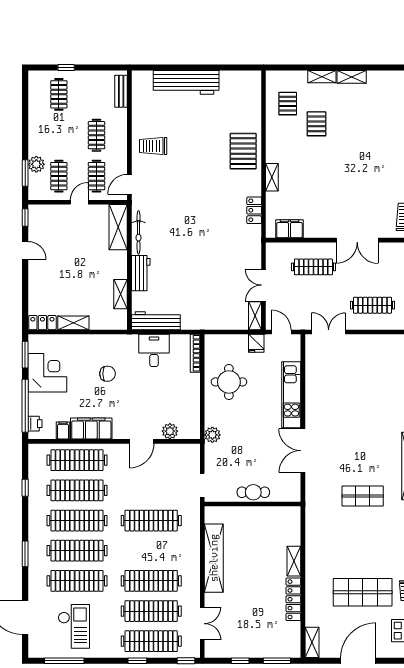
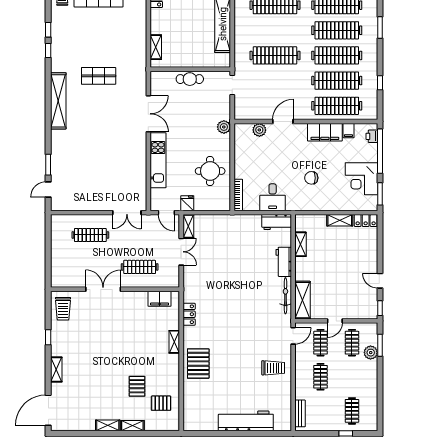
pallet: (288, 104) -> (161, 403), turned 90
workbench: (156, 321) -> (277, 222), width x0.73
shelving: (294, 561) -> (156, 47), moved

